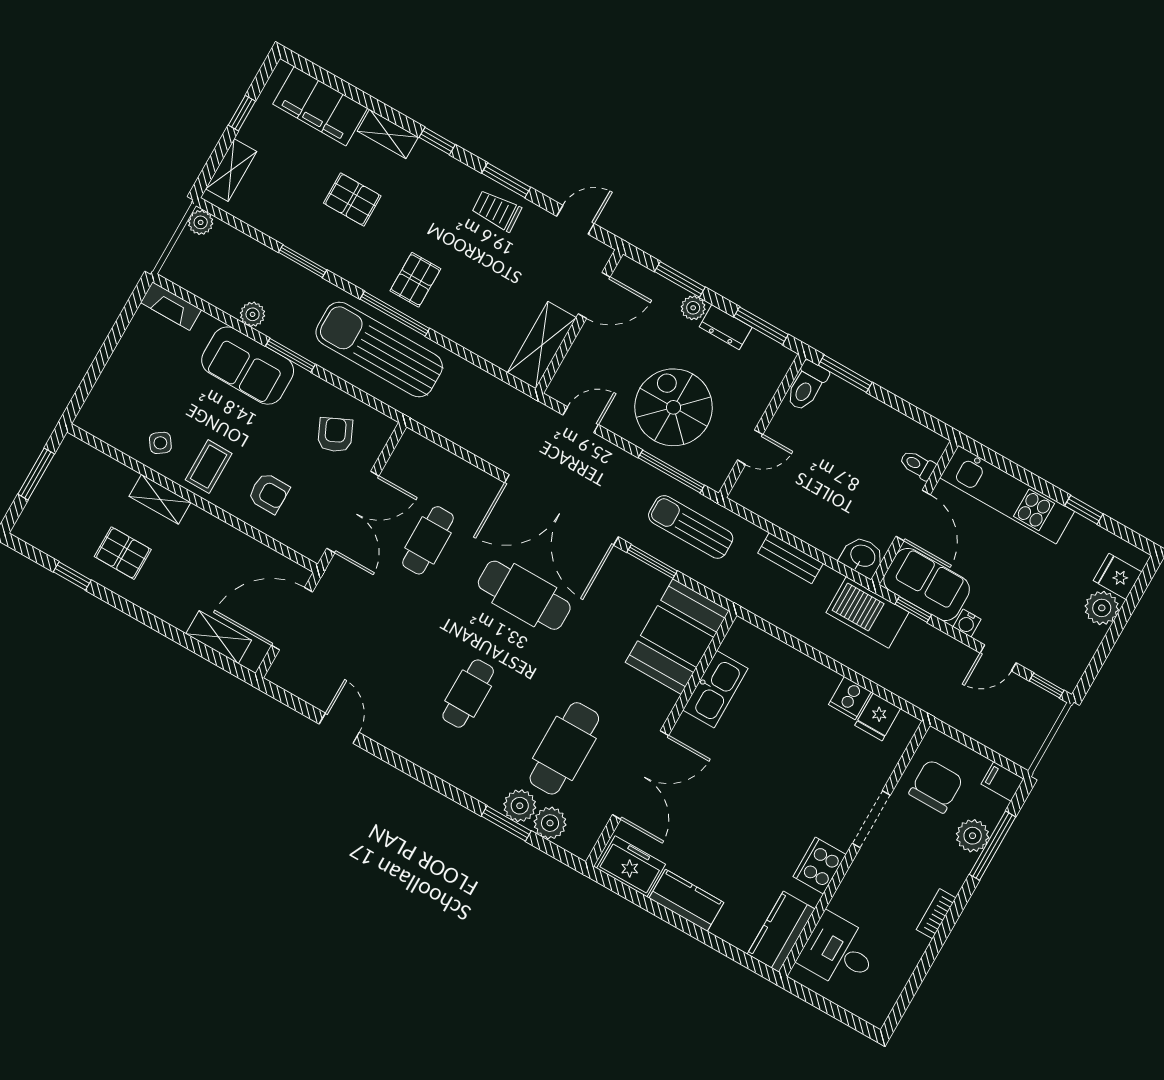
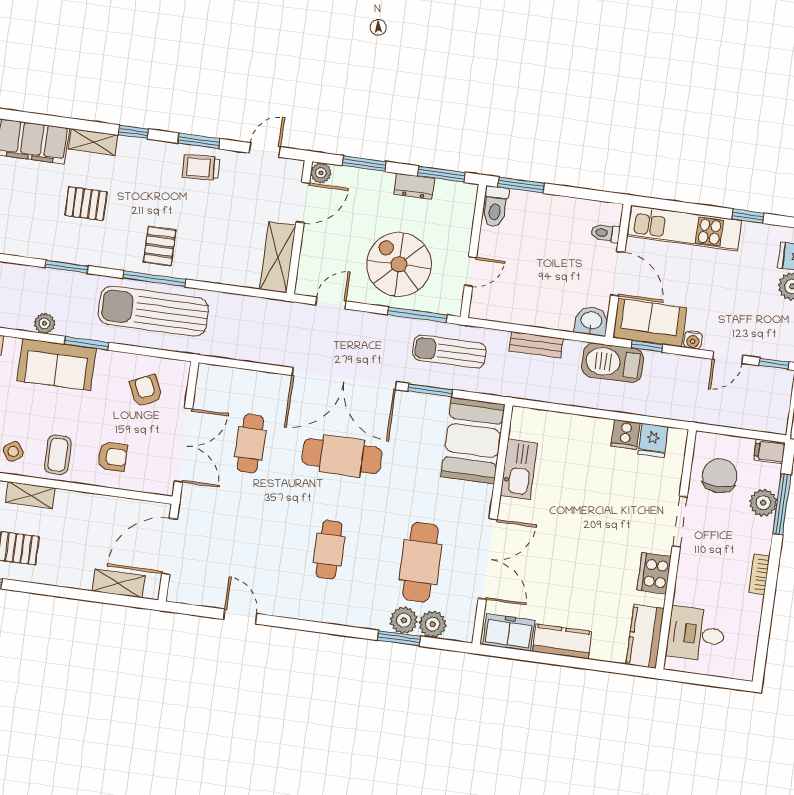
plant: (693, 308) -> (321, 173), moved

